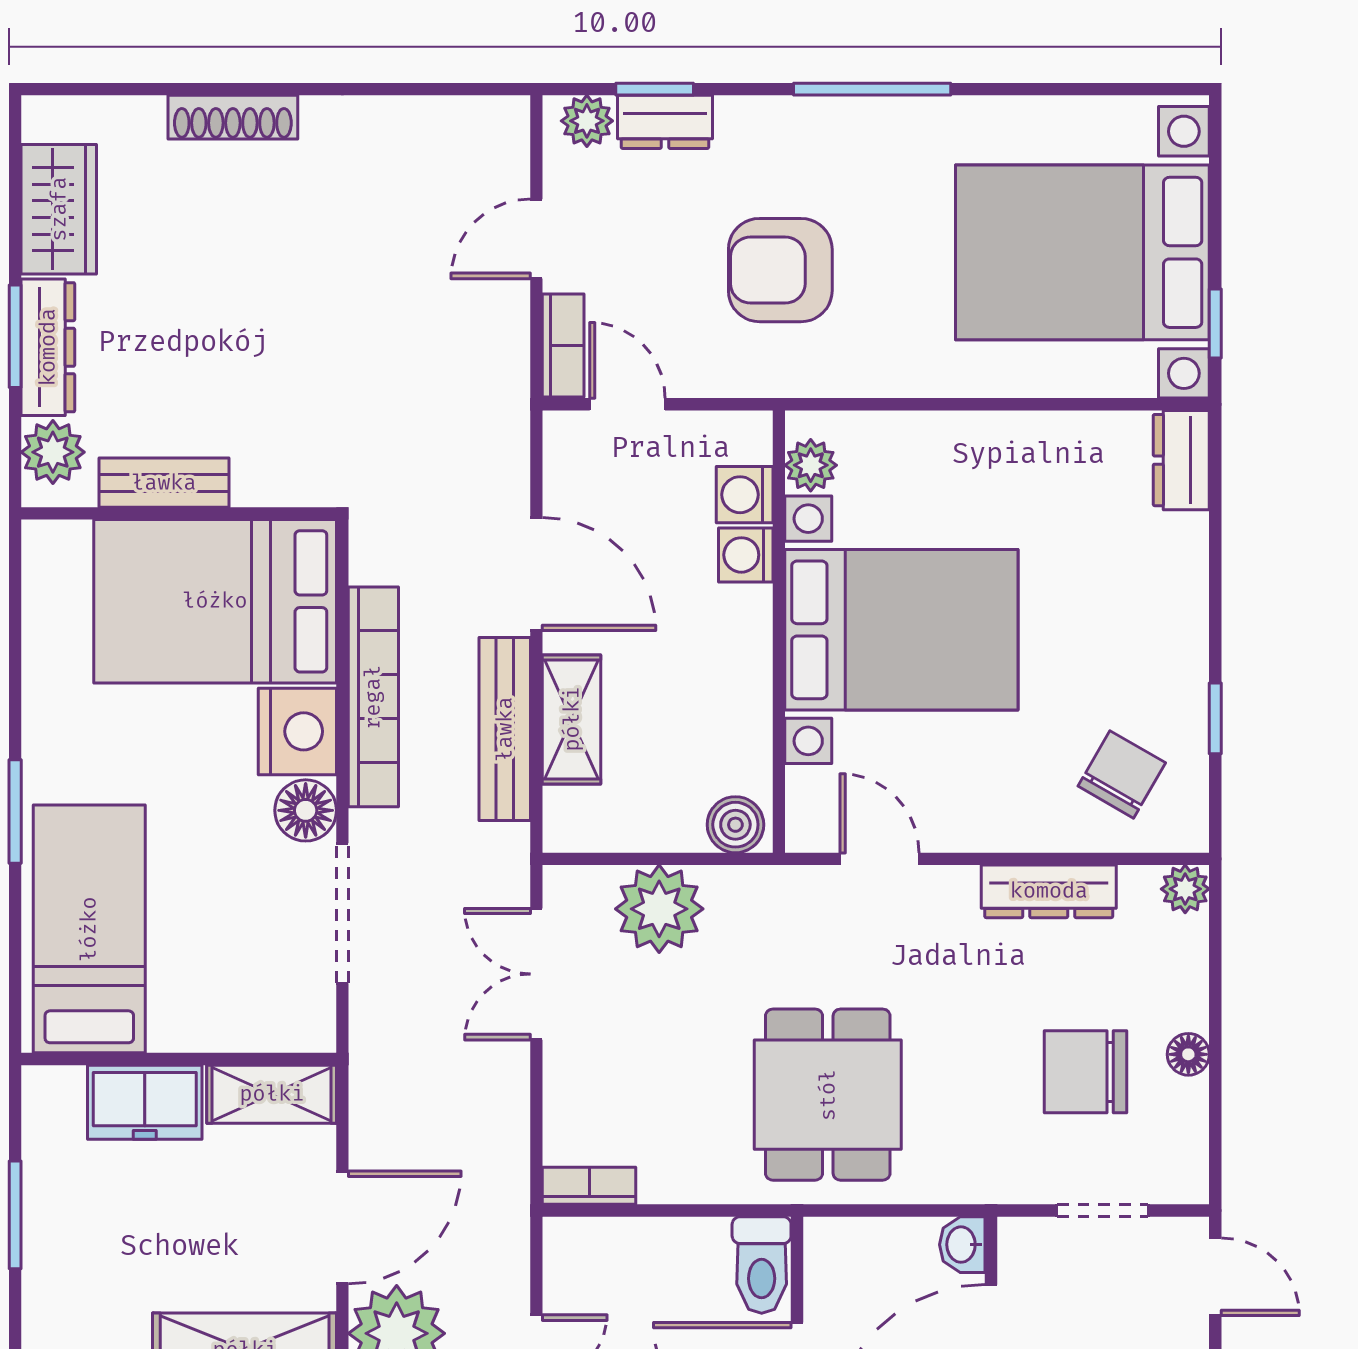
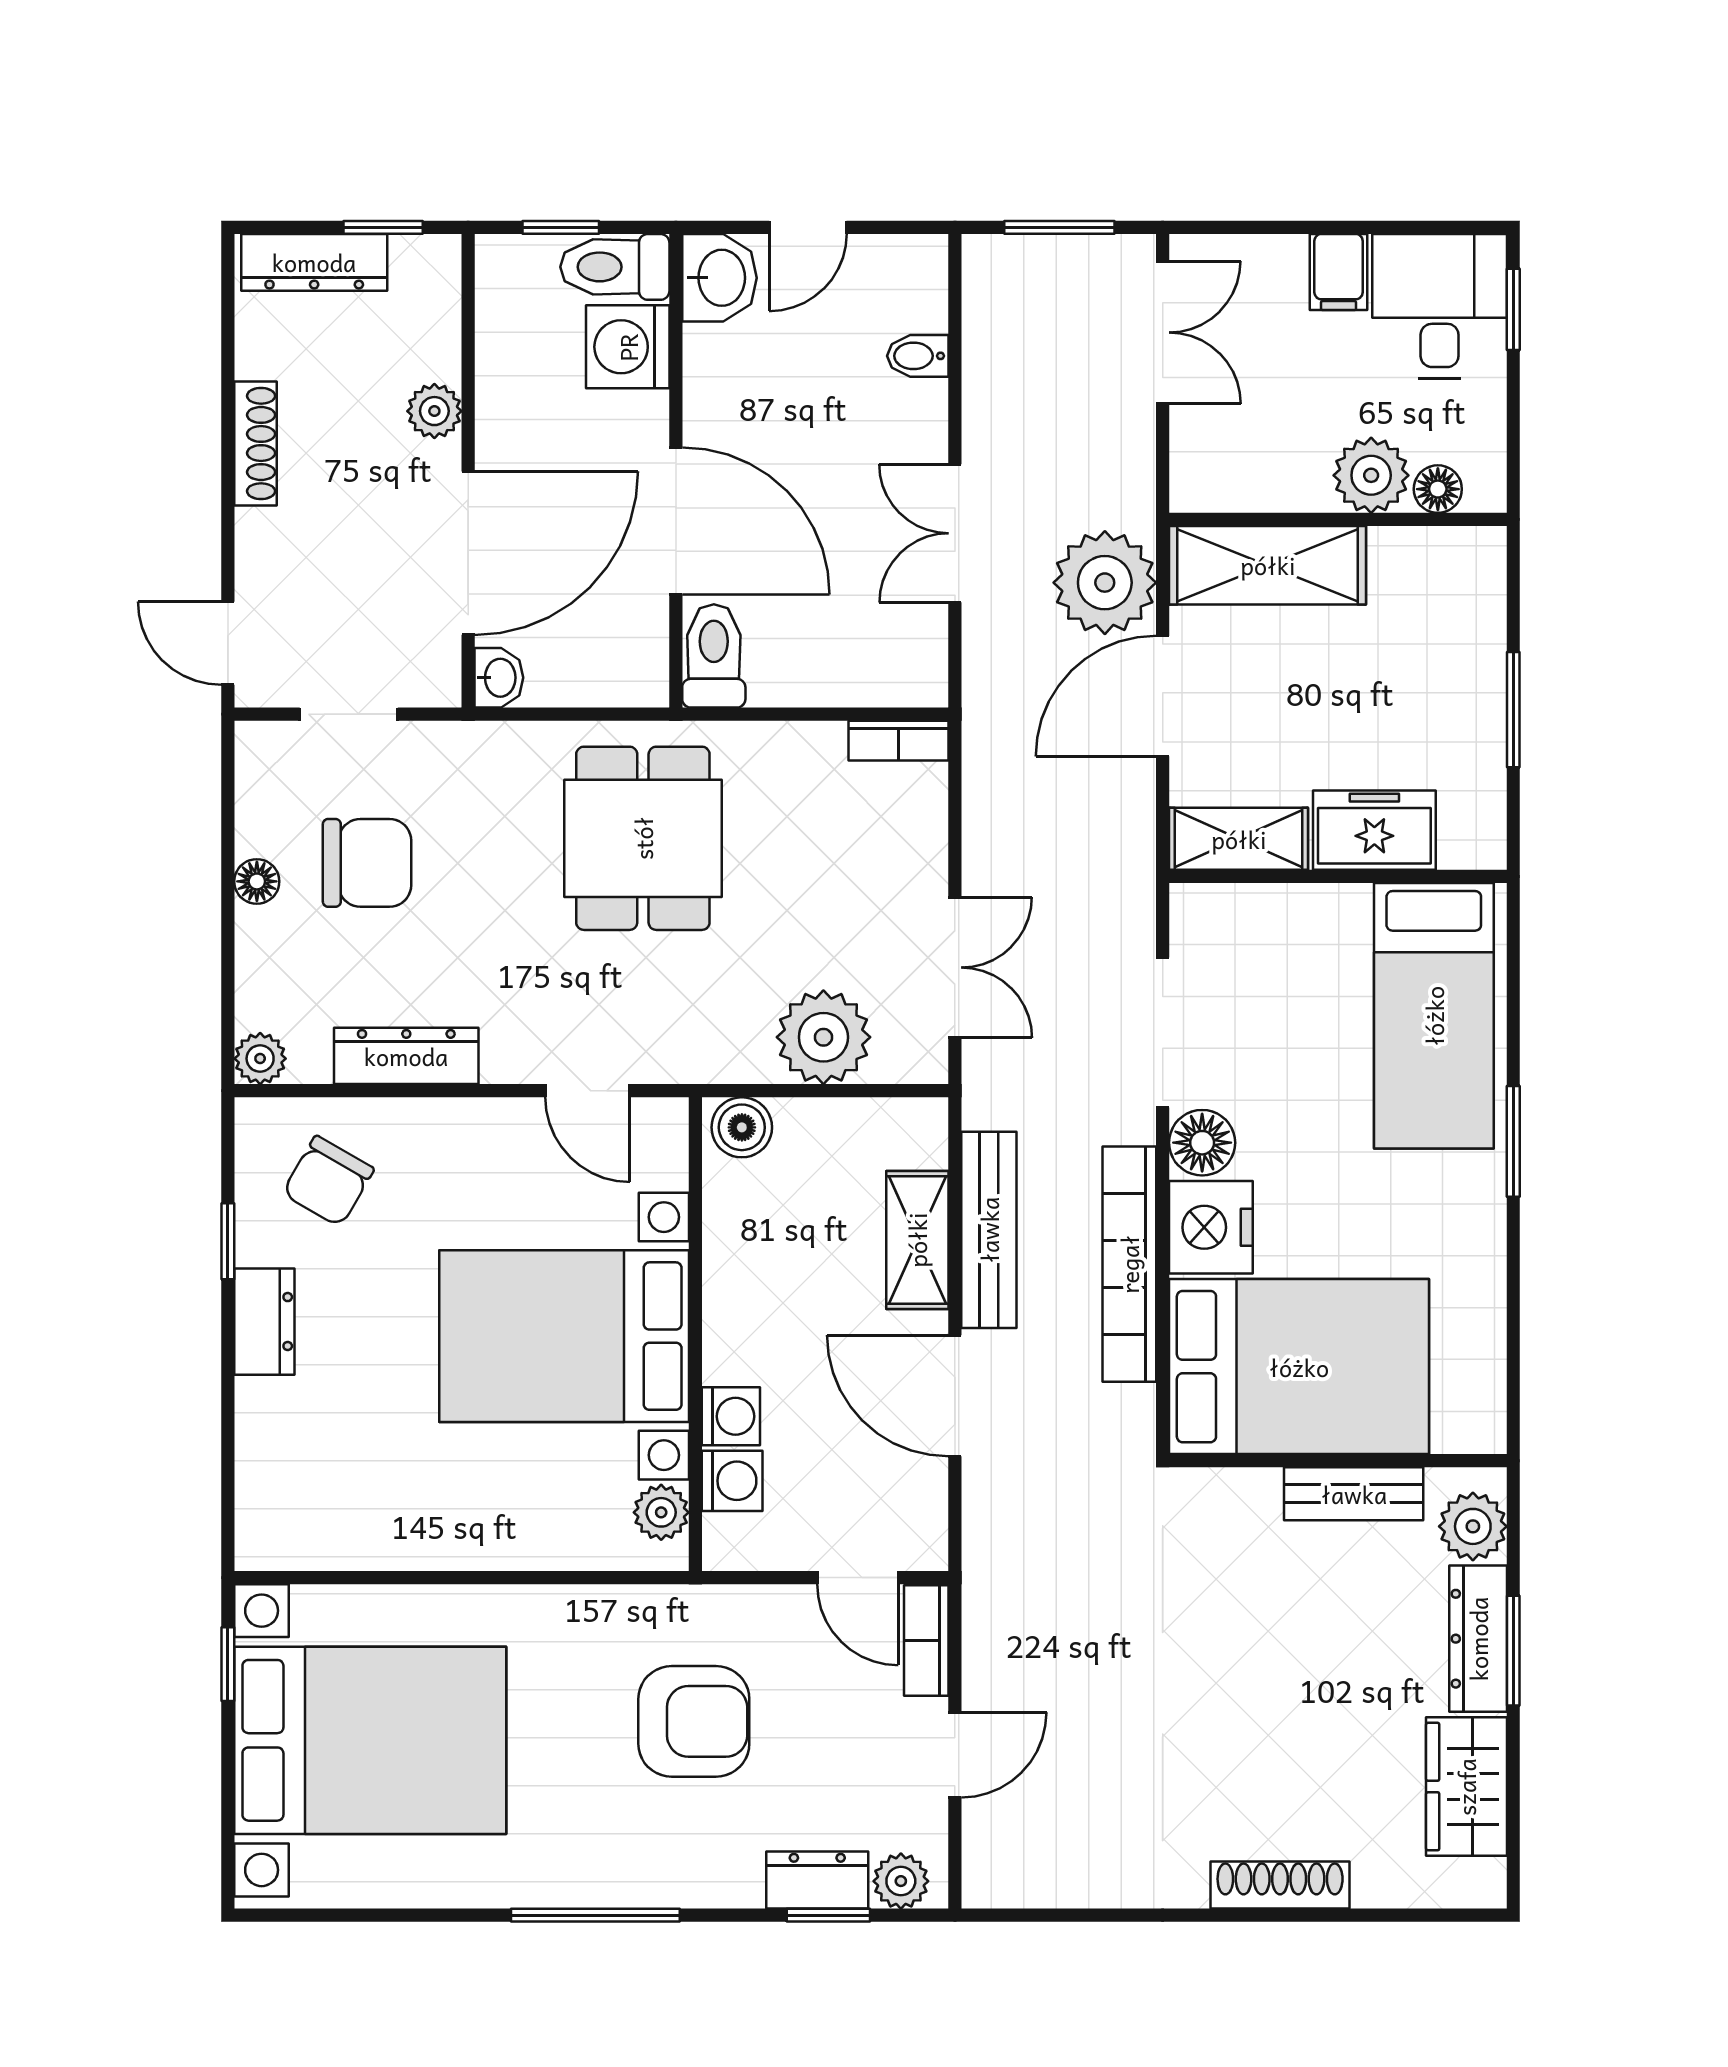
dresser: (1181, 460) -> (264, 1322), moved

